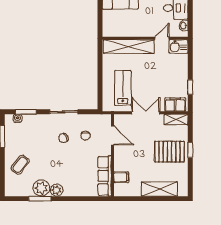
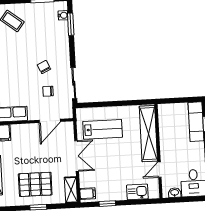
door: (162, 38) -> (159, 170), swing flipped
kitchen sink: (179, 46) -> (137, 192), moved, turned 90
filing cabinet: (175, 105) -> (88, 194), width x0.50
sliding door: (64, 112) -> (74, 83), moved
pallet: (169, 152) -> (35, 184), turned 90

